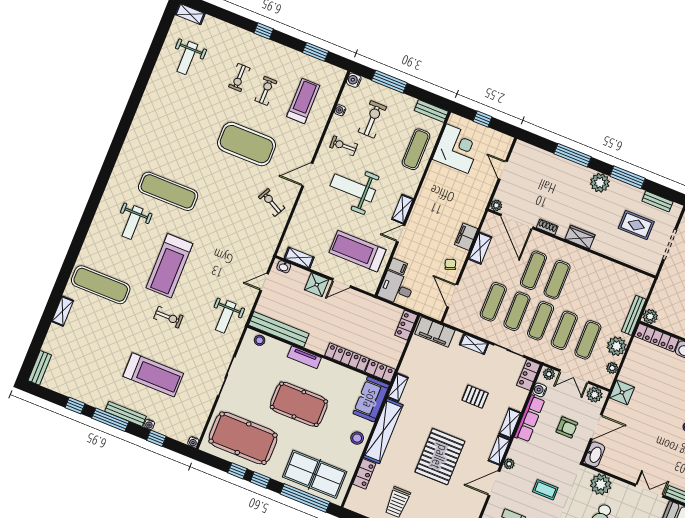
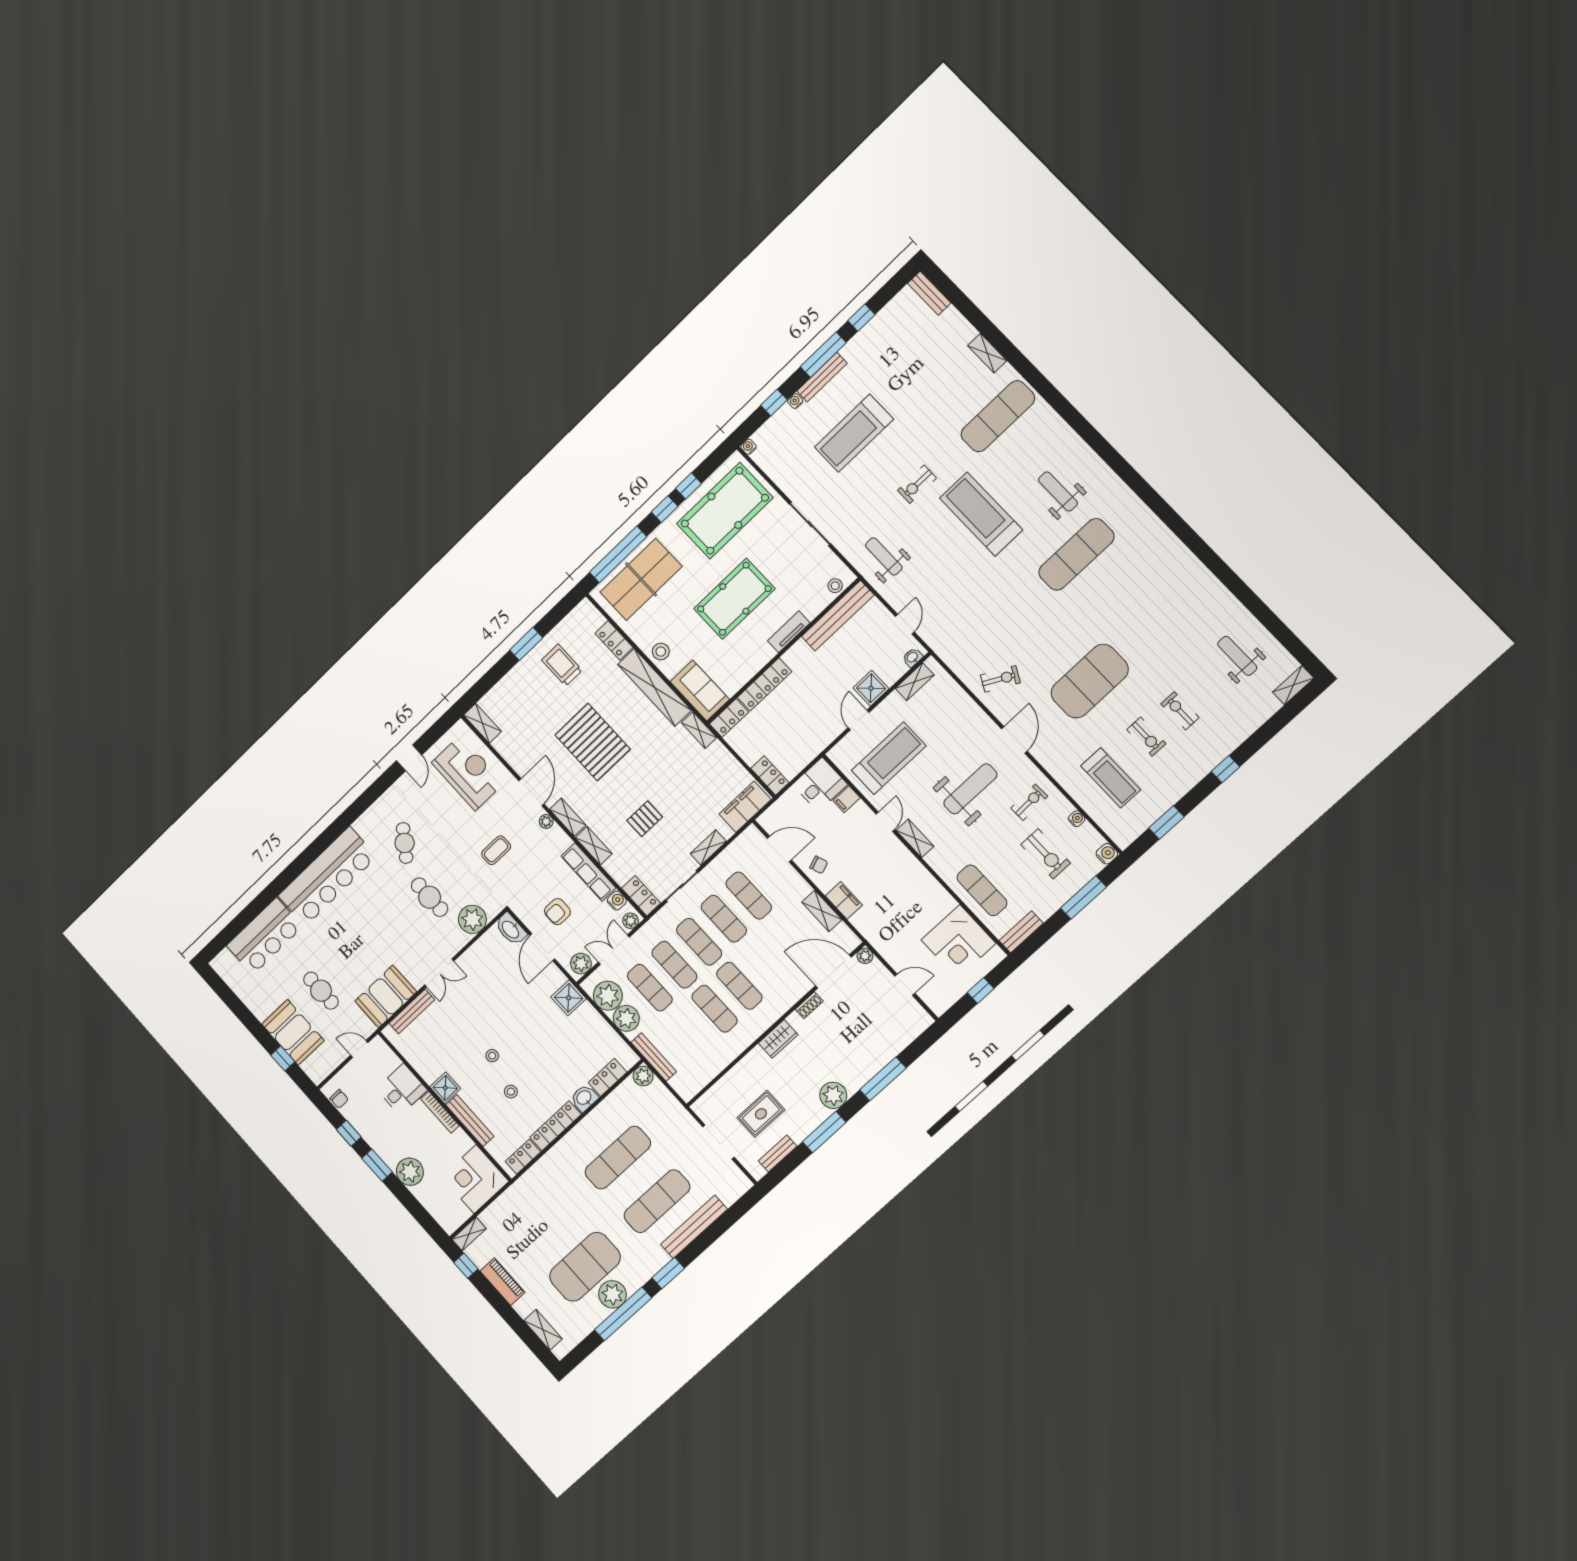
exercise mat: (533, 270) -> (715, 1009), moved
locker: (656, 338) -> (608, 1077), width x0.66
plant: (612, 368) -> (608, 996), width x1.87, depth x1.87

